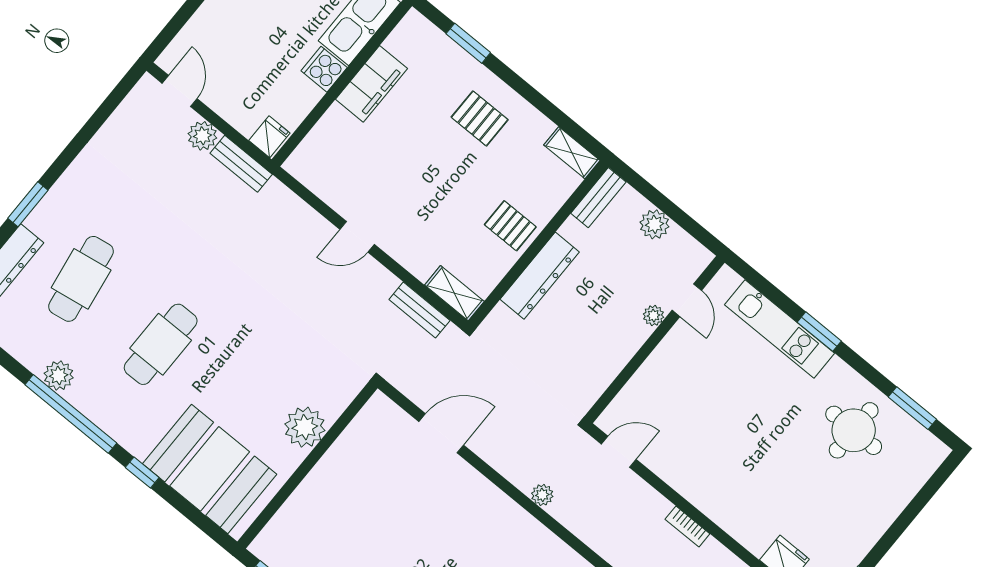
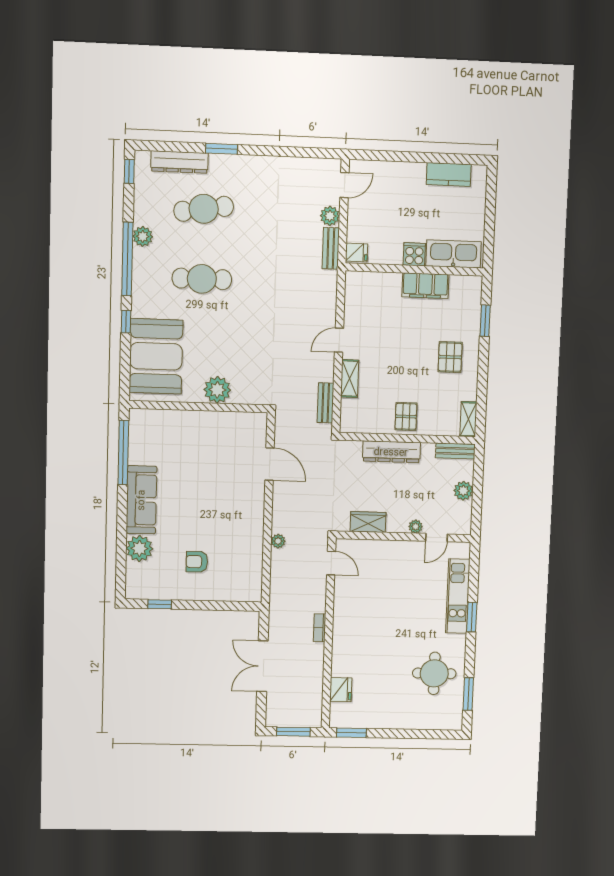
door: (357, 237) -> (339, 340), hinge flipped
shelving: (454, 293) -> (350, 379), moved
wardrobe: (603, 369) -> (368, 522), added

